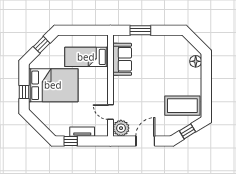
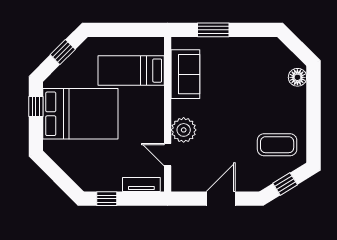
window: (24, 92) -> (36, 106), moved
coffee table: (182, 106) -> (277, 145), width x0.73, depth x0.76
plant: (121, 128) -> (184, 130), moved
tv unit: (82, 132) -> (141, 184), moved

